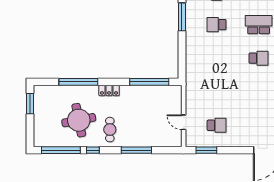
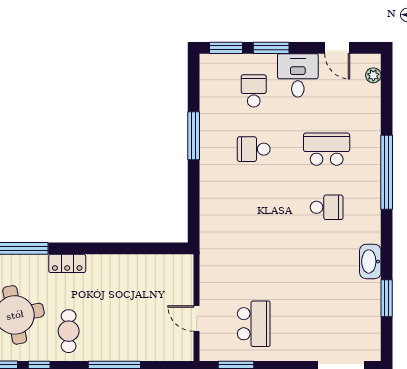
window: (149, 82) -> (137, 248), removed
school desk: (217, 125) -> (254, 324), width x1.85

